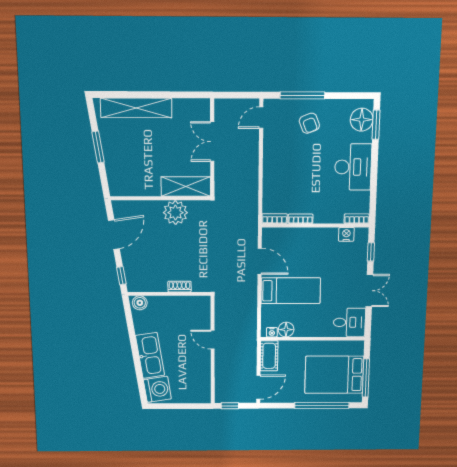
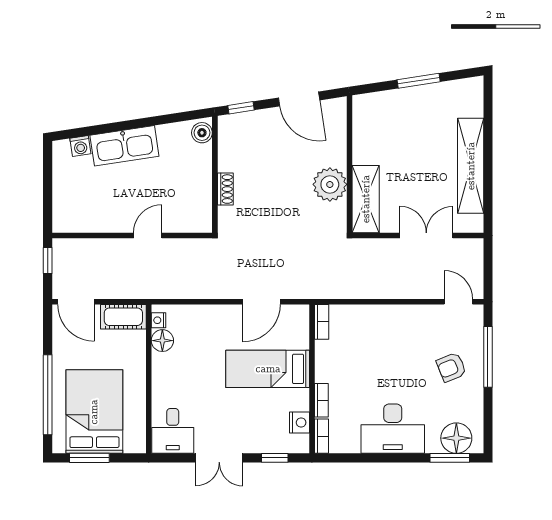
shelving: (136, 108) -> (471, 166), moved
bookcase: (301, 219) -> (321, 400), moved
bed: (291, 291) -> (268, 369), moved, turned 90
window: (366, 378) -> (89, 458), width x0.69
washing machine: (157, 389) -> (80, 146), width x0.53, depth x0.53

